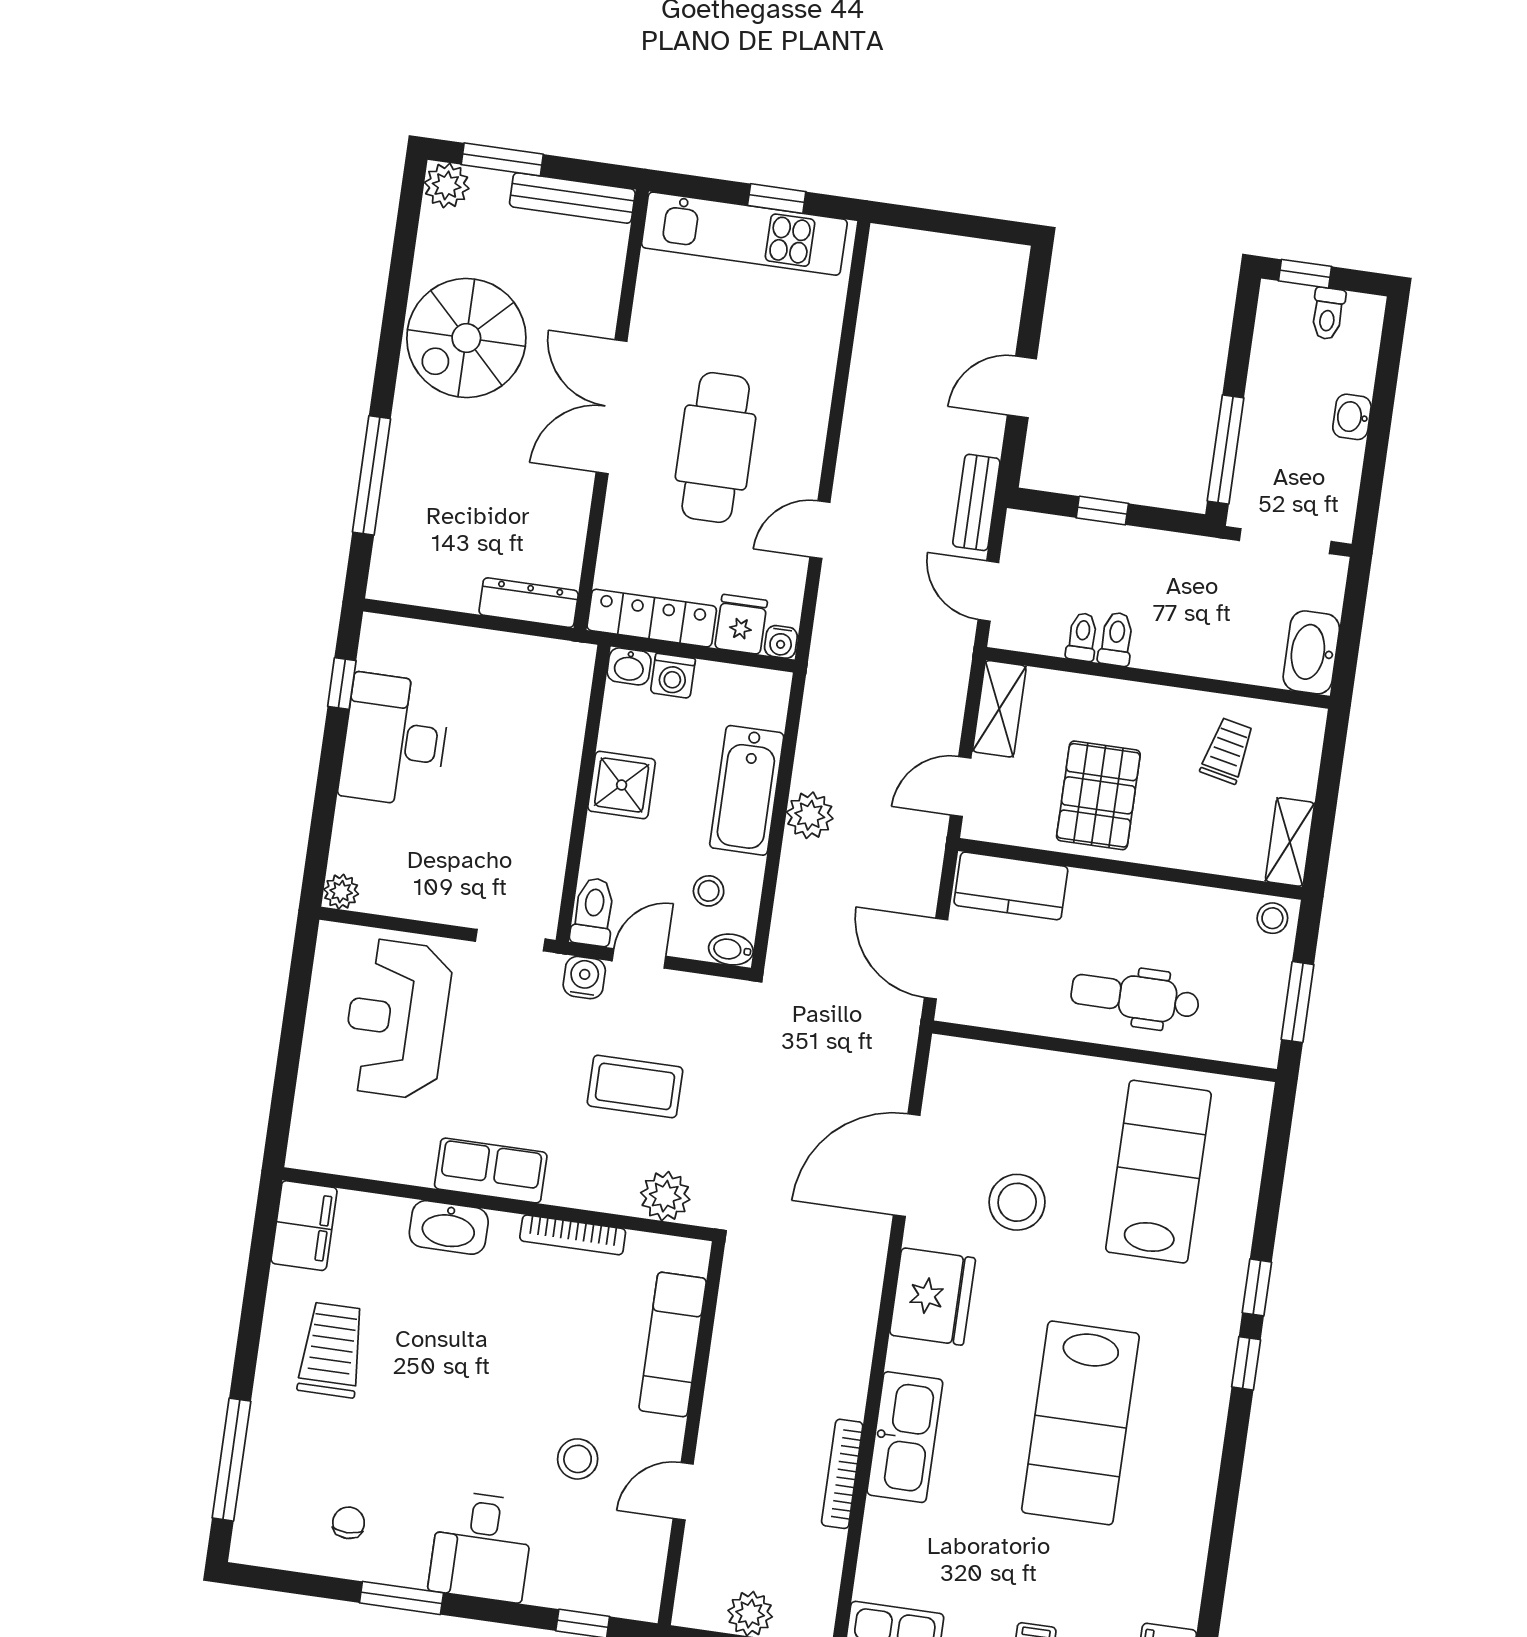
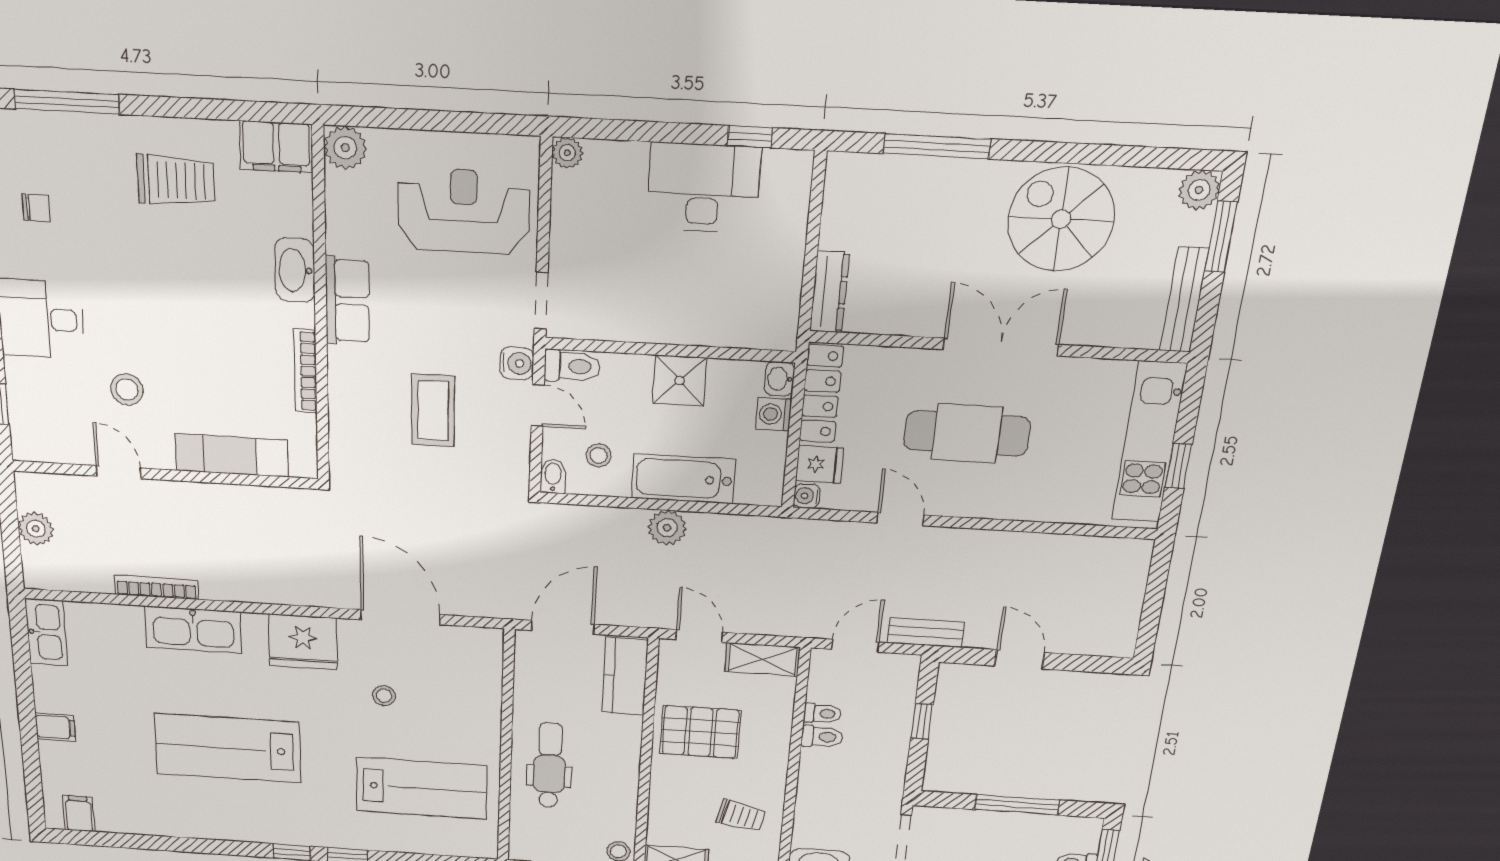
window: (1226, 450) -> (1017, 805), moved
plant: (665, 1196) -> (345, 148), moved
stool: (1017, 1202) -> (384, 696), width x0.53, depth x0.53

